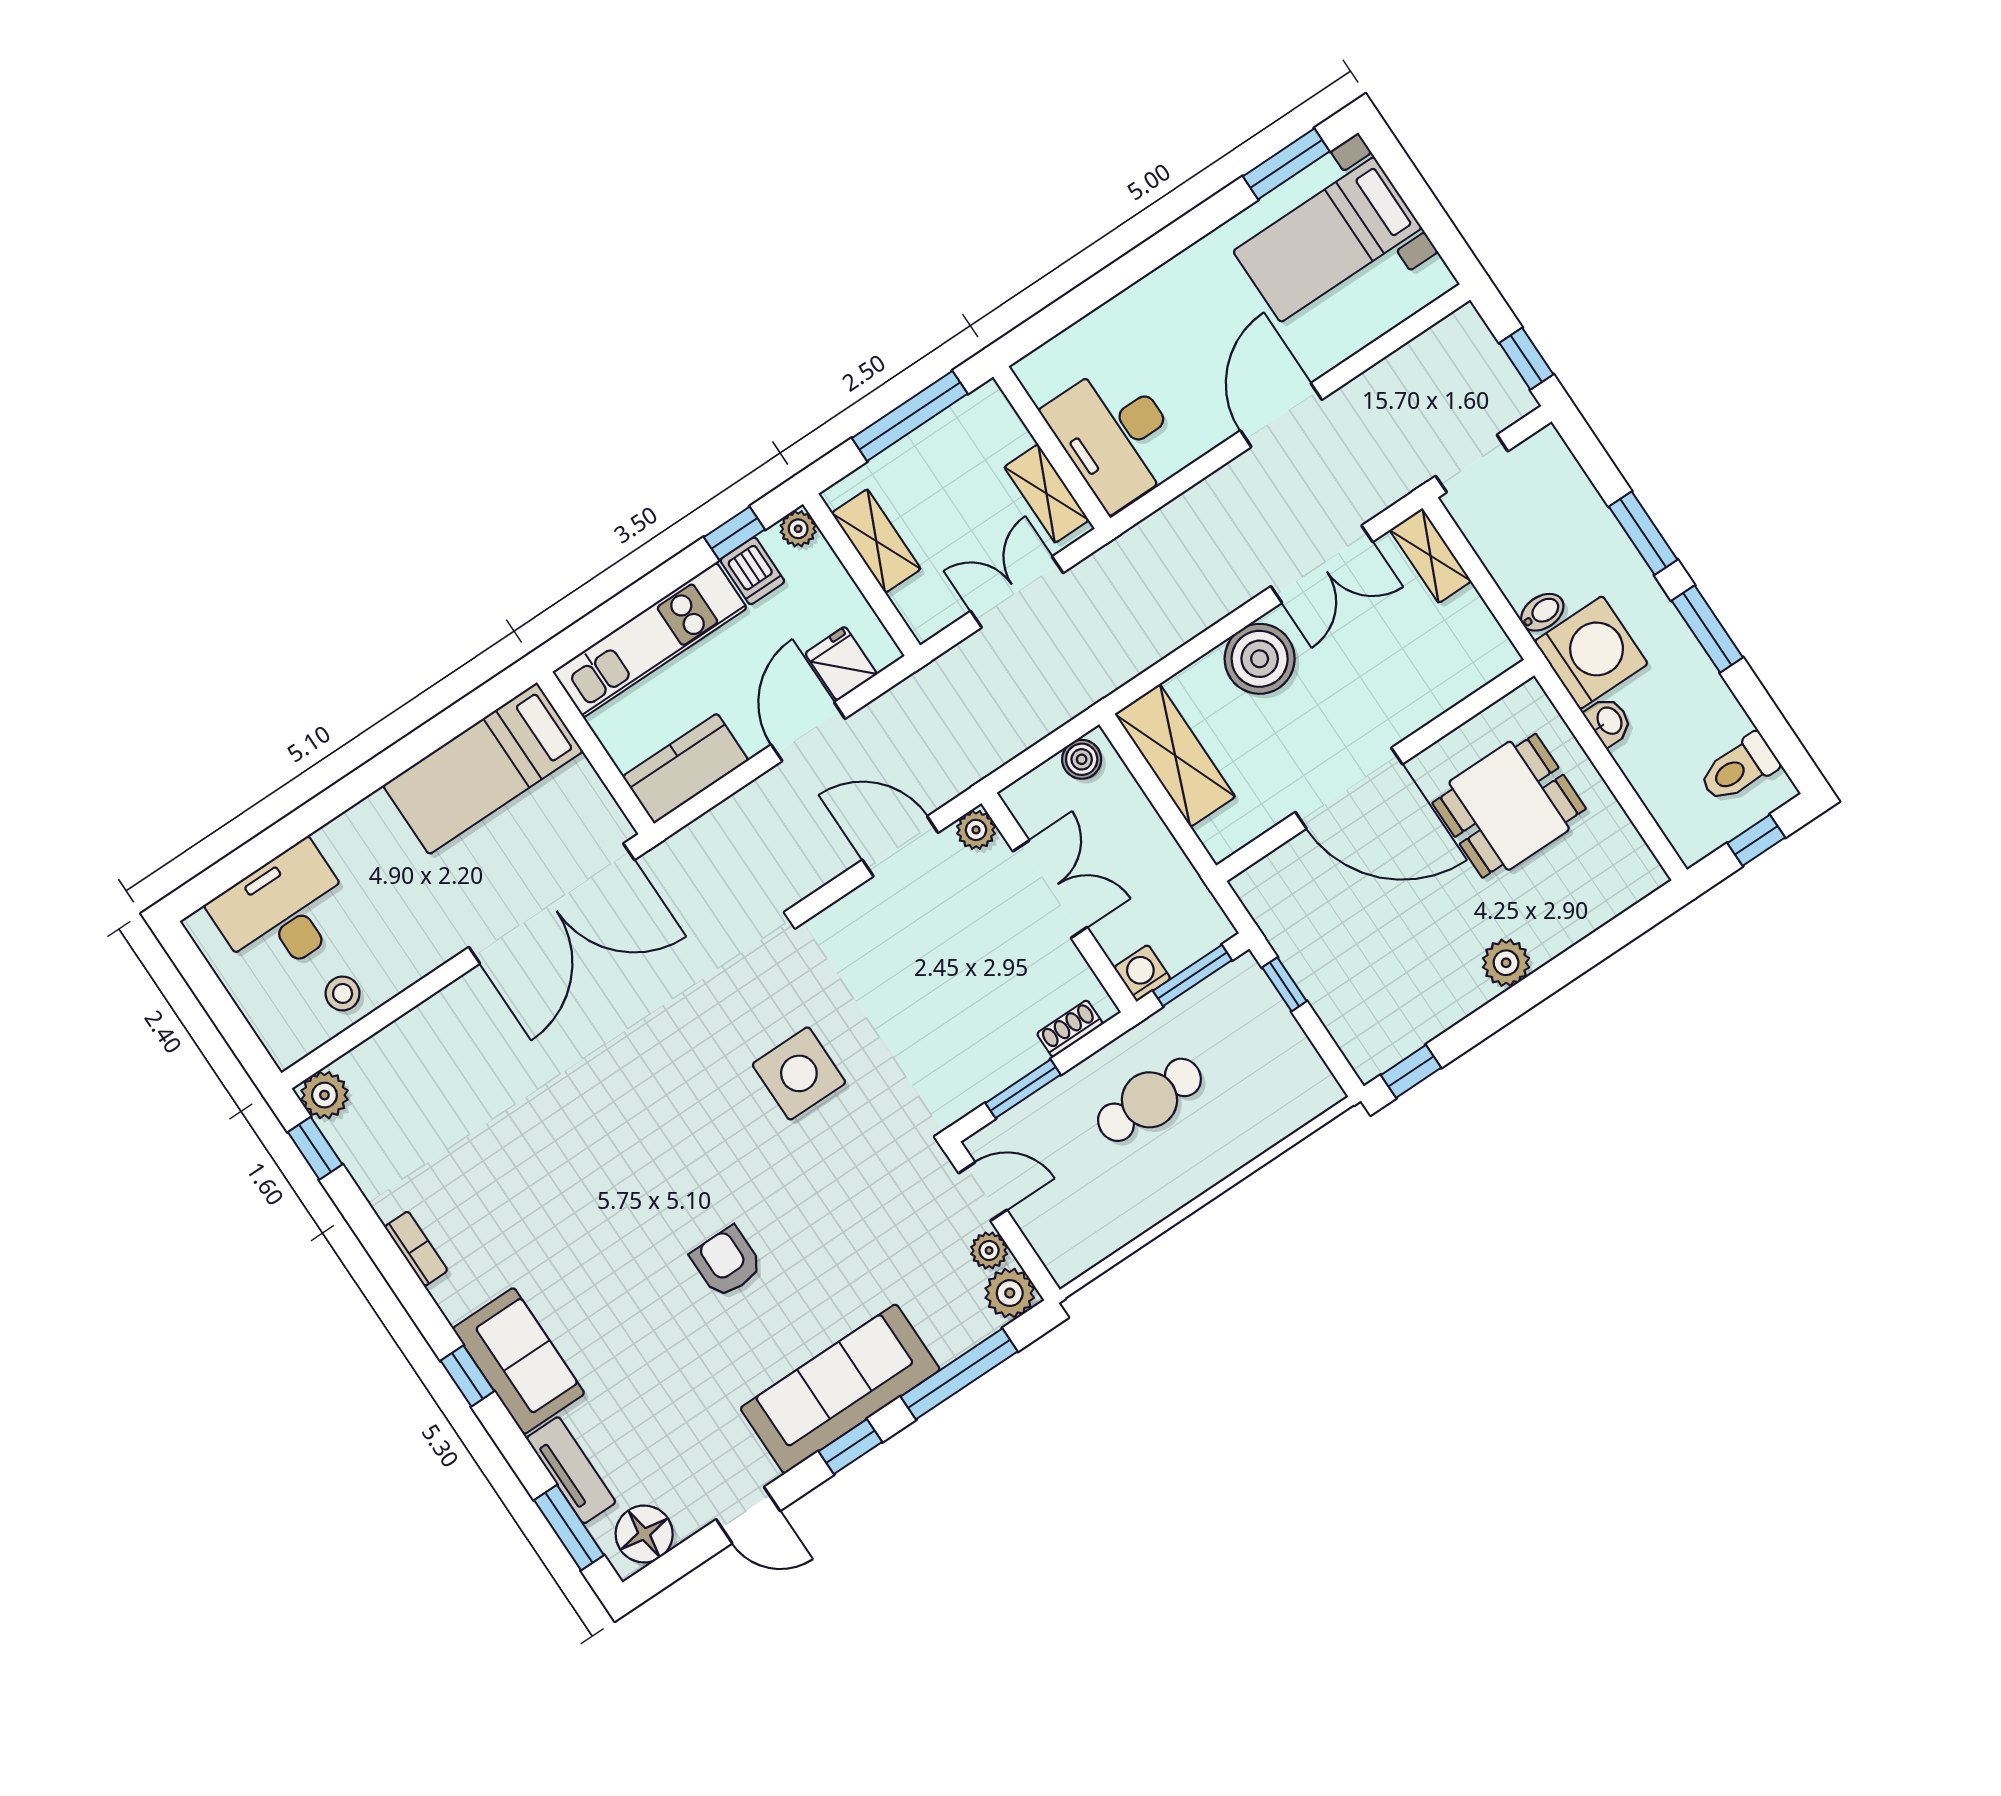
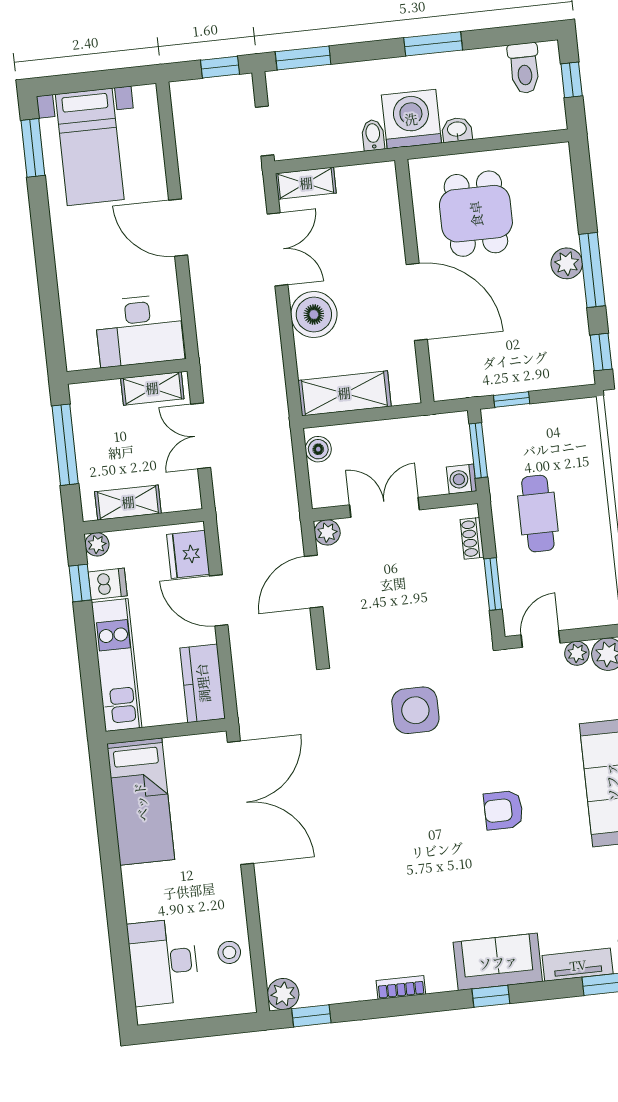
window: (1643, 533) -> (303, 58), moved
fridge: (841, 664) -> (188, 554), width x1.38
door: (1349, 788) -> (417, 302), hinge flipped
window: (1515, 1002) -> (592, 270), added

